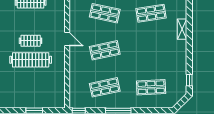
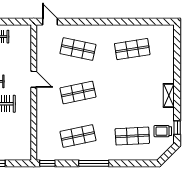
shelving: (182, 29) -> (169, 95), moved
trolley: (177, 83) -> (163, 131), added

